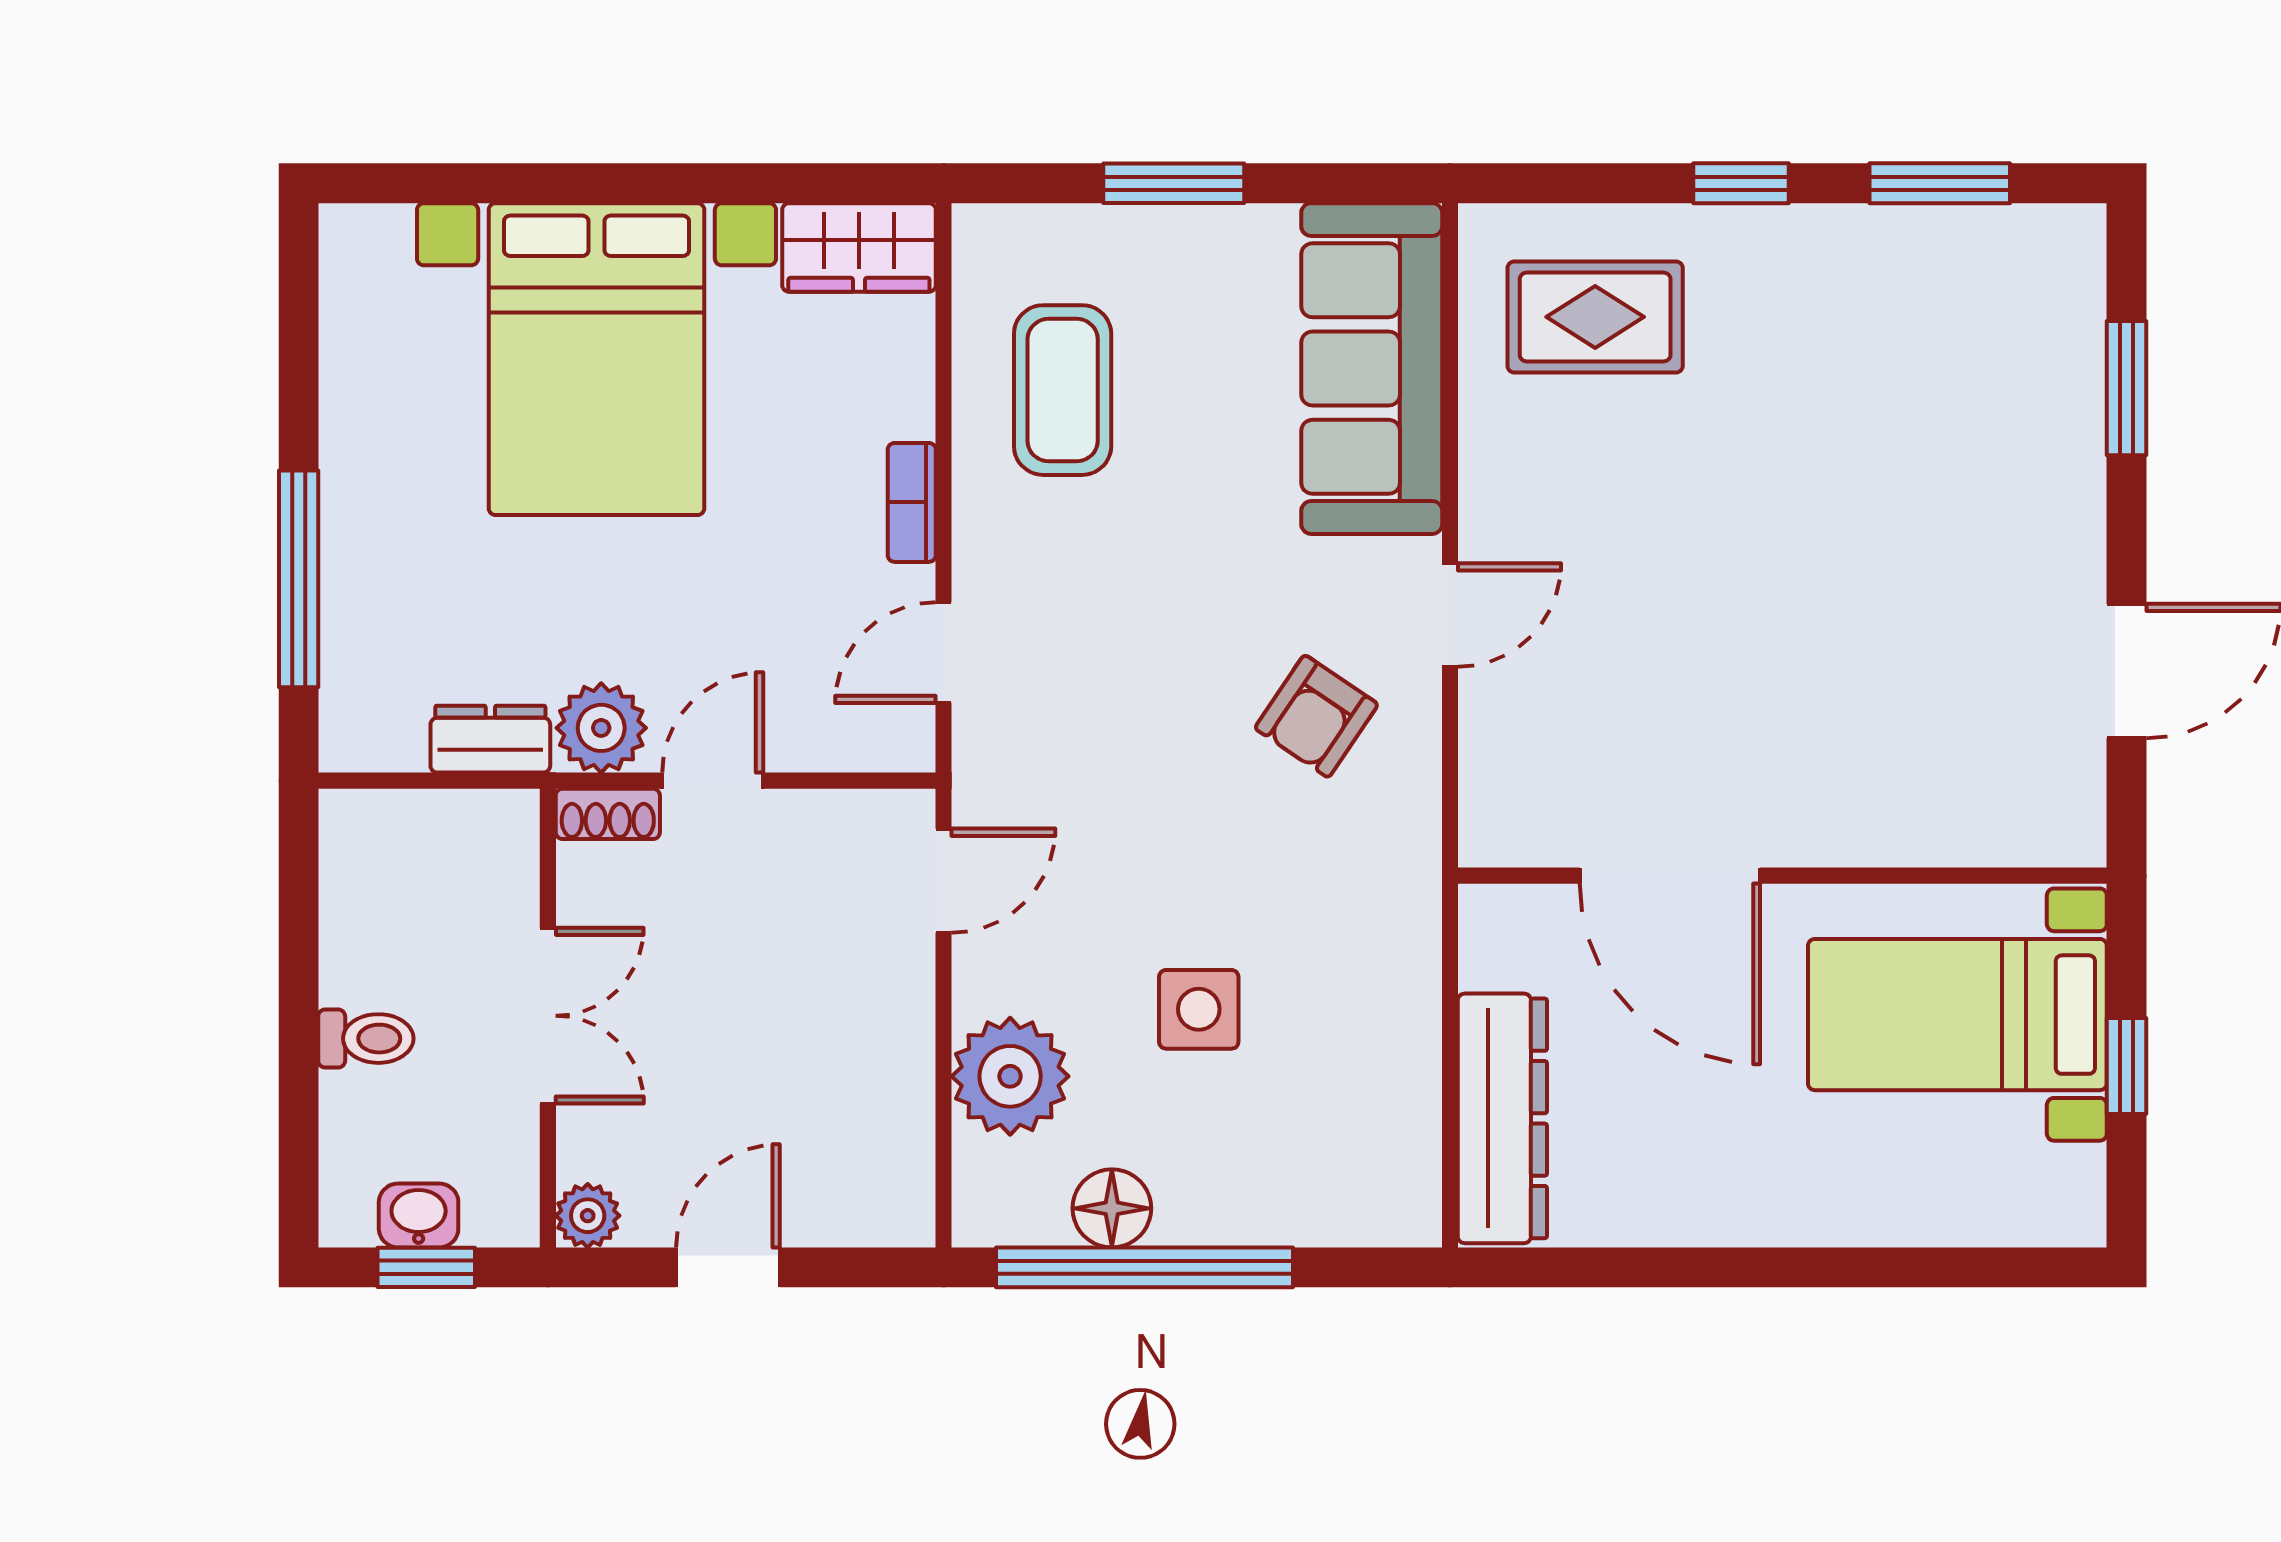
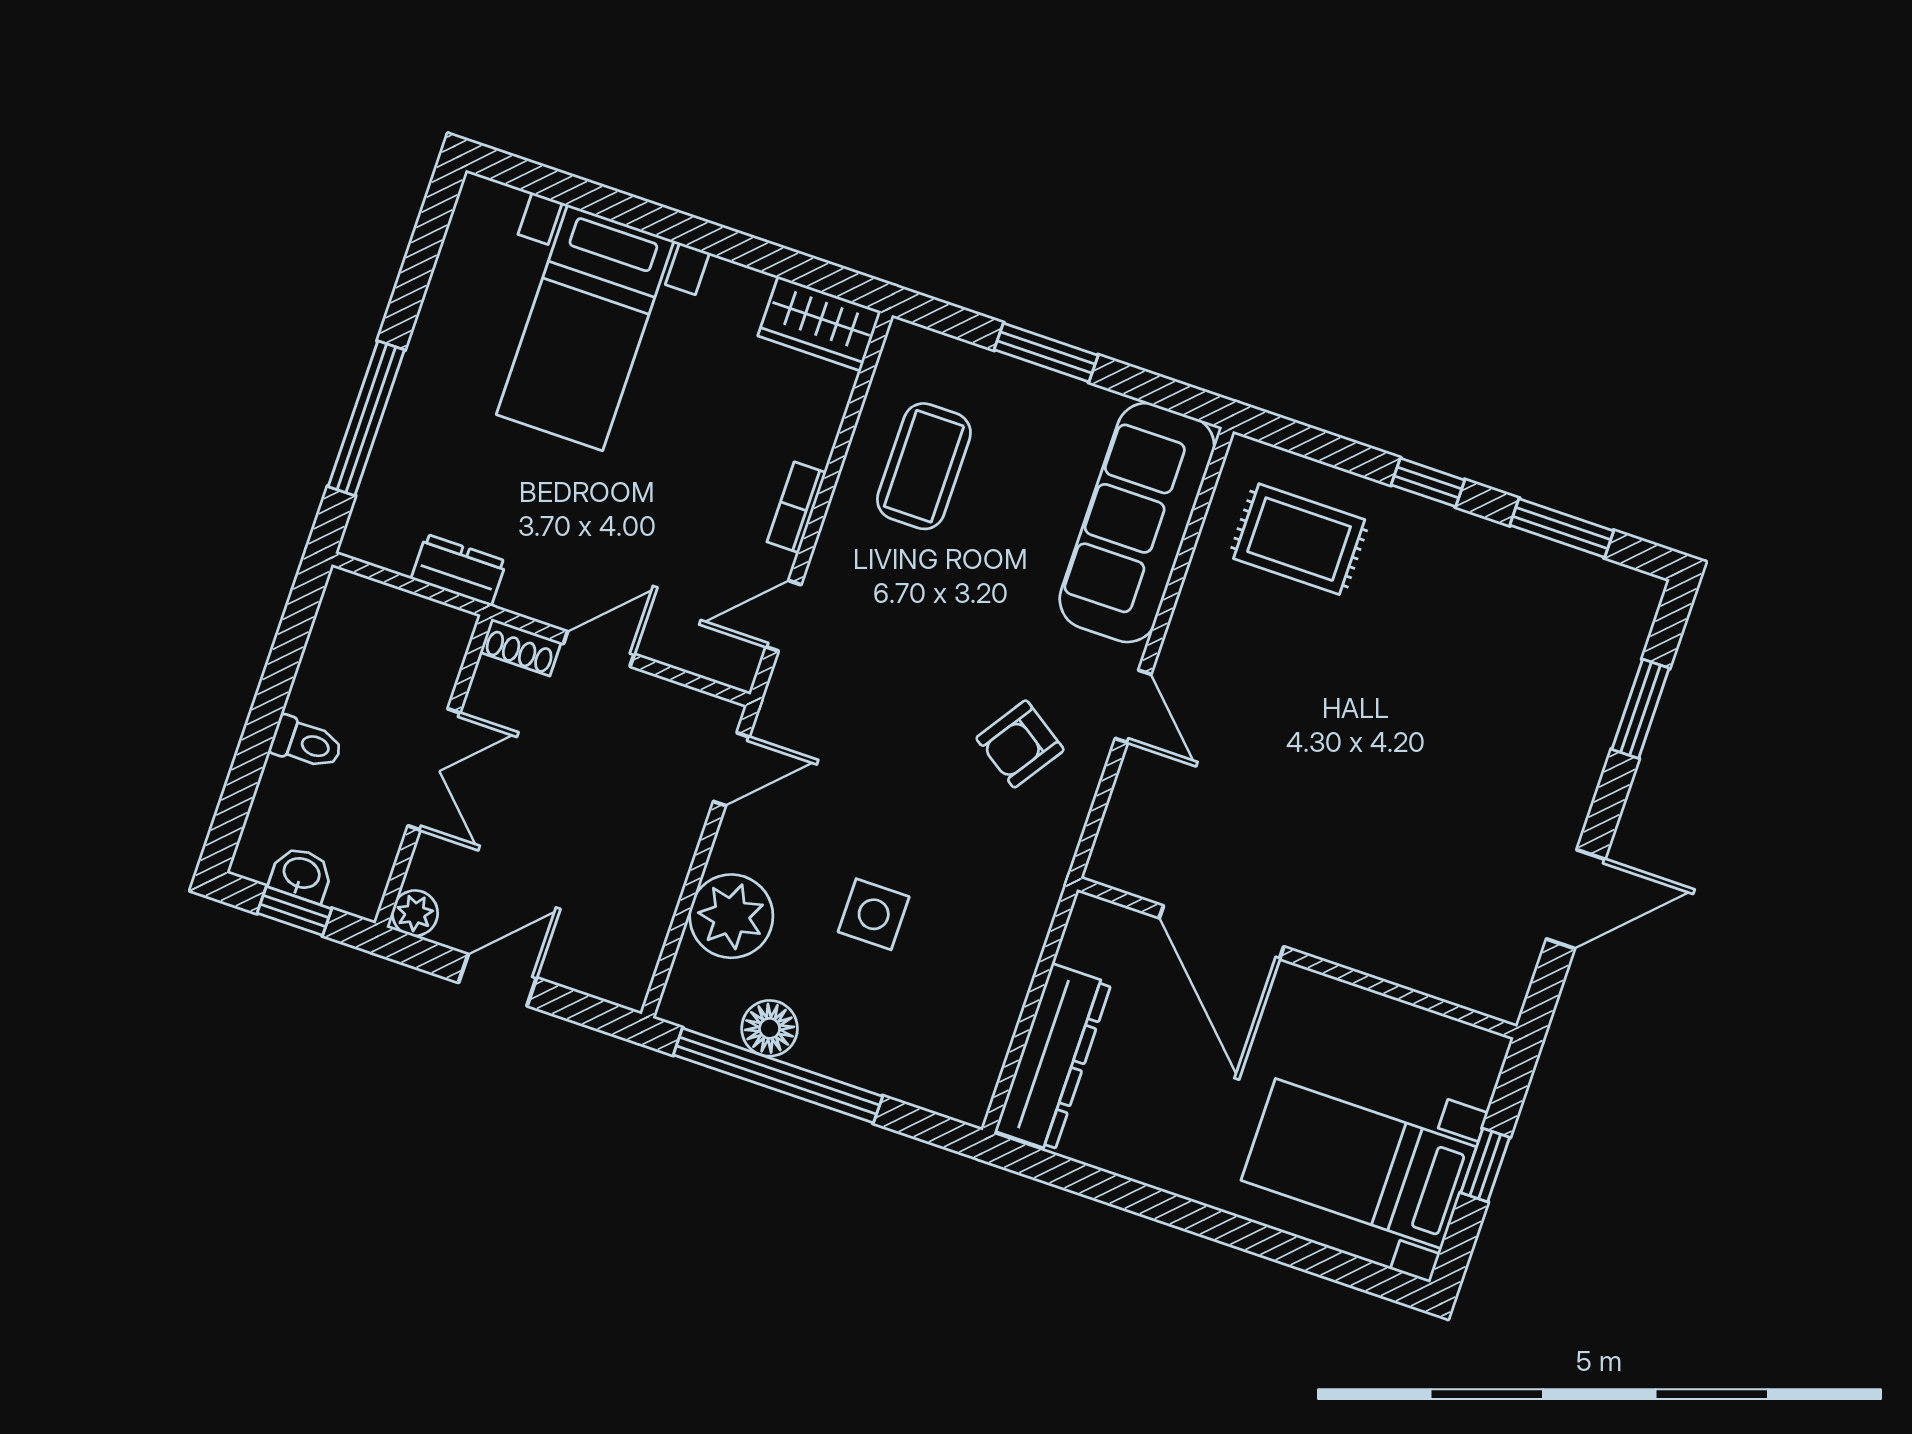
bed with nightstands: (596, 359) -> (585, 328), width x0.73
door: (1450, 615) -> (1133, 706), hinge flipped
plant: (601, 728) -> (536, 588), removed
bed with nightstands: (1957, 1015) -> (1359, 1164), moved

